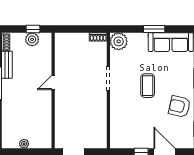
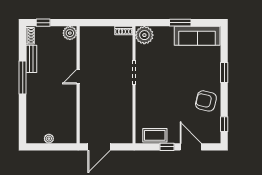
window: (33, 29) -> (43, 23), moved
plant: (32, 39) -> (70, 33), moved
coffee table: (148, 86) -> (155, 135), moved, turned 90

